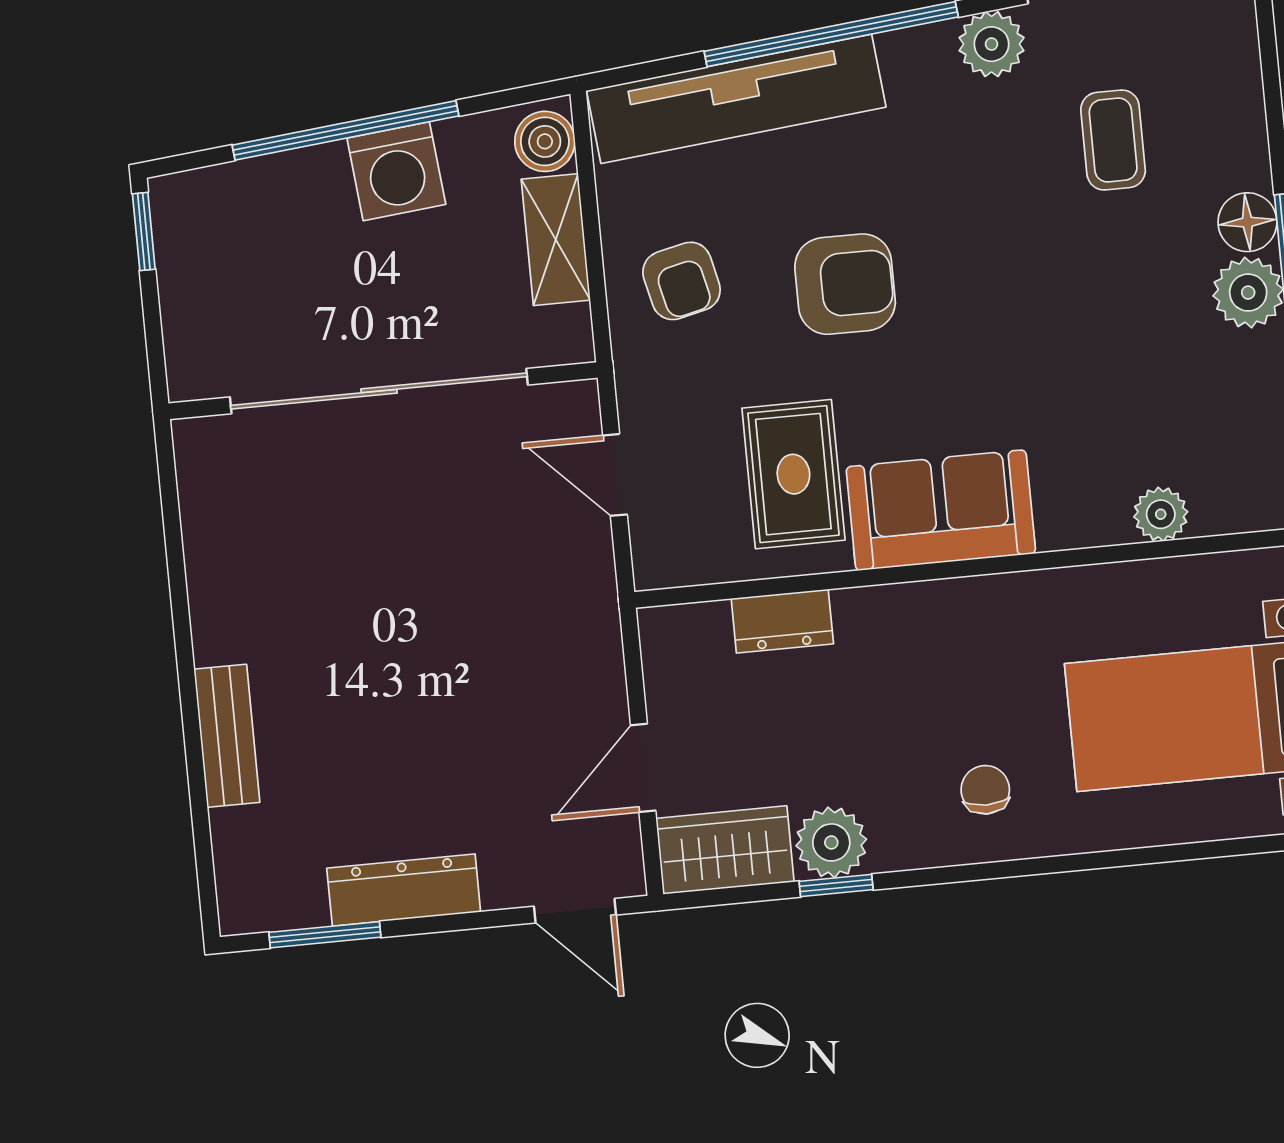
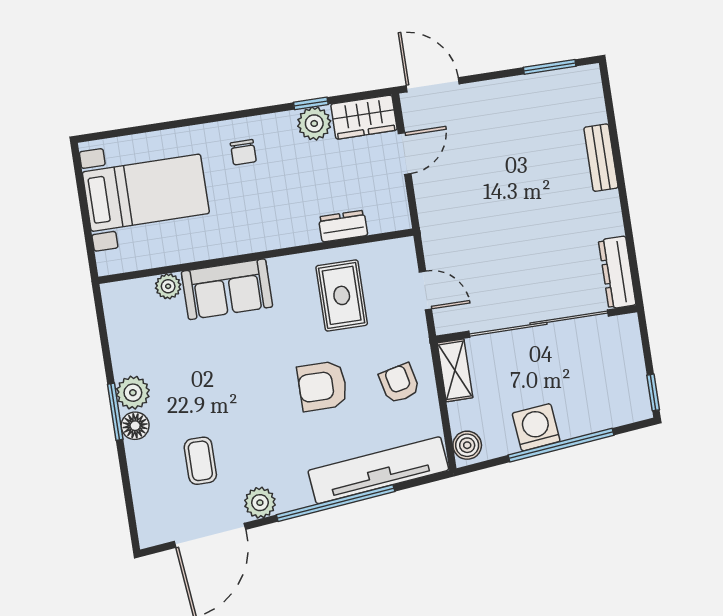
shelving: (556, 240) -> (455, 370), moved
sofa: (941, 510) -> (227, 289), moved
dresser: (404, 890) -> (617, 272), moved, turned 90
door: (575, 911) -> (433, 85), width x1.38

